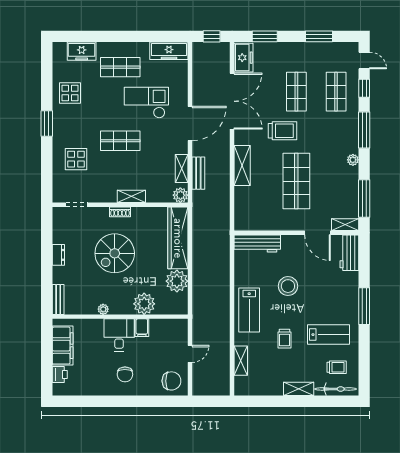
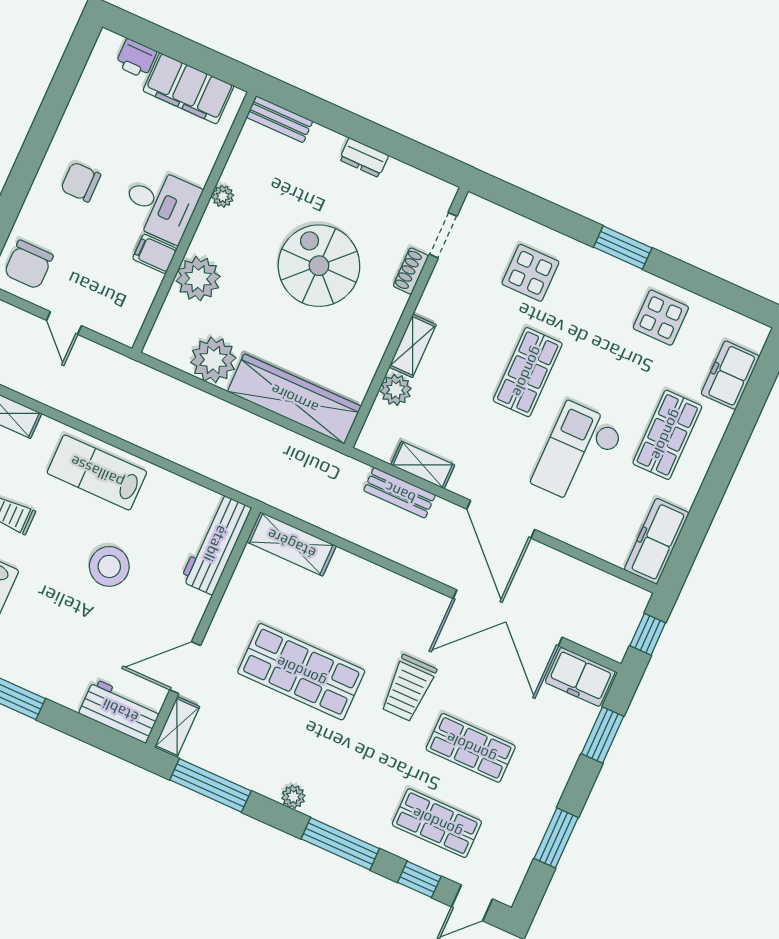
checkout: (146, 103) -> (578, 454), turned 180
shelving: (242, 165) -> (291, 544), moved
plant: (180, 195) -> (396, 390), moved
shoe rack: (120, 212) -> (411, 271), moved

